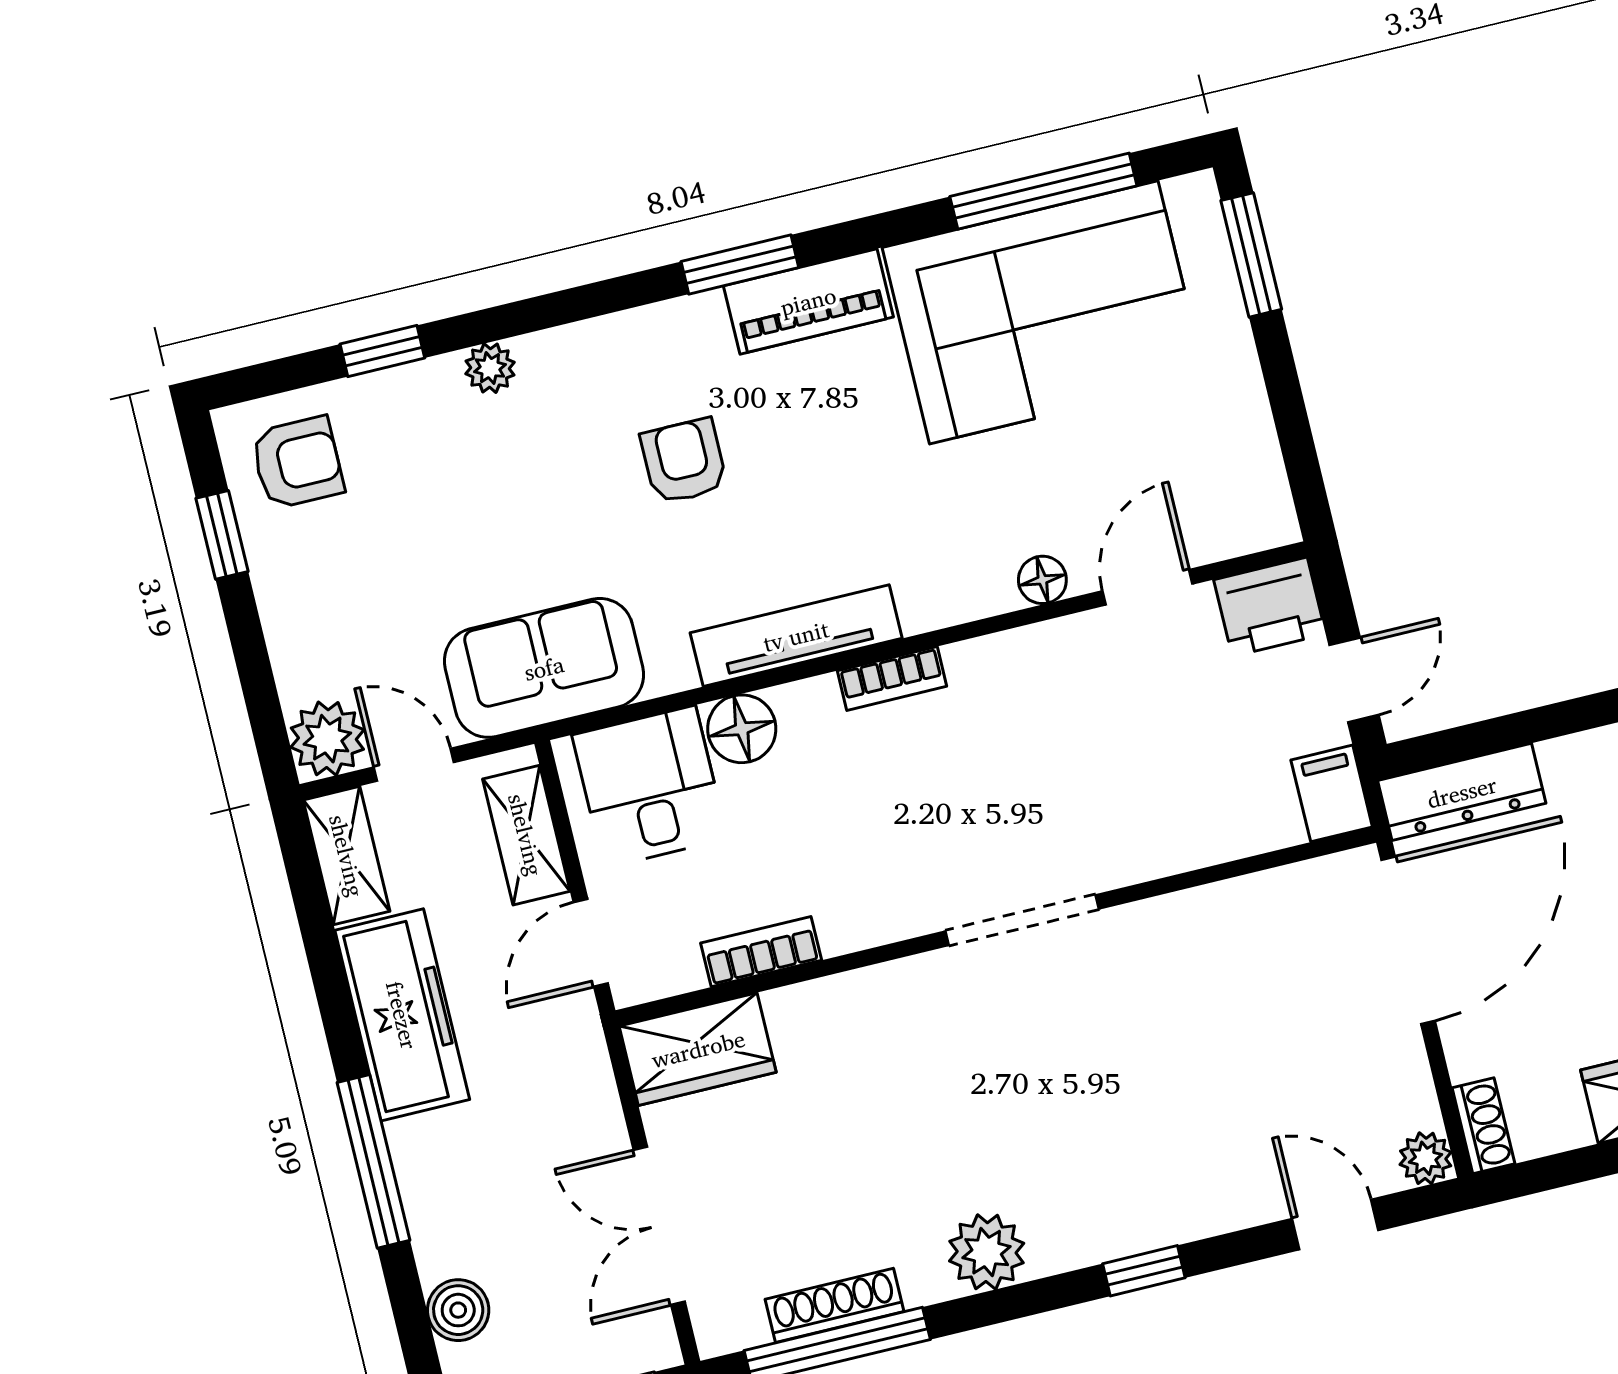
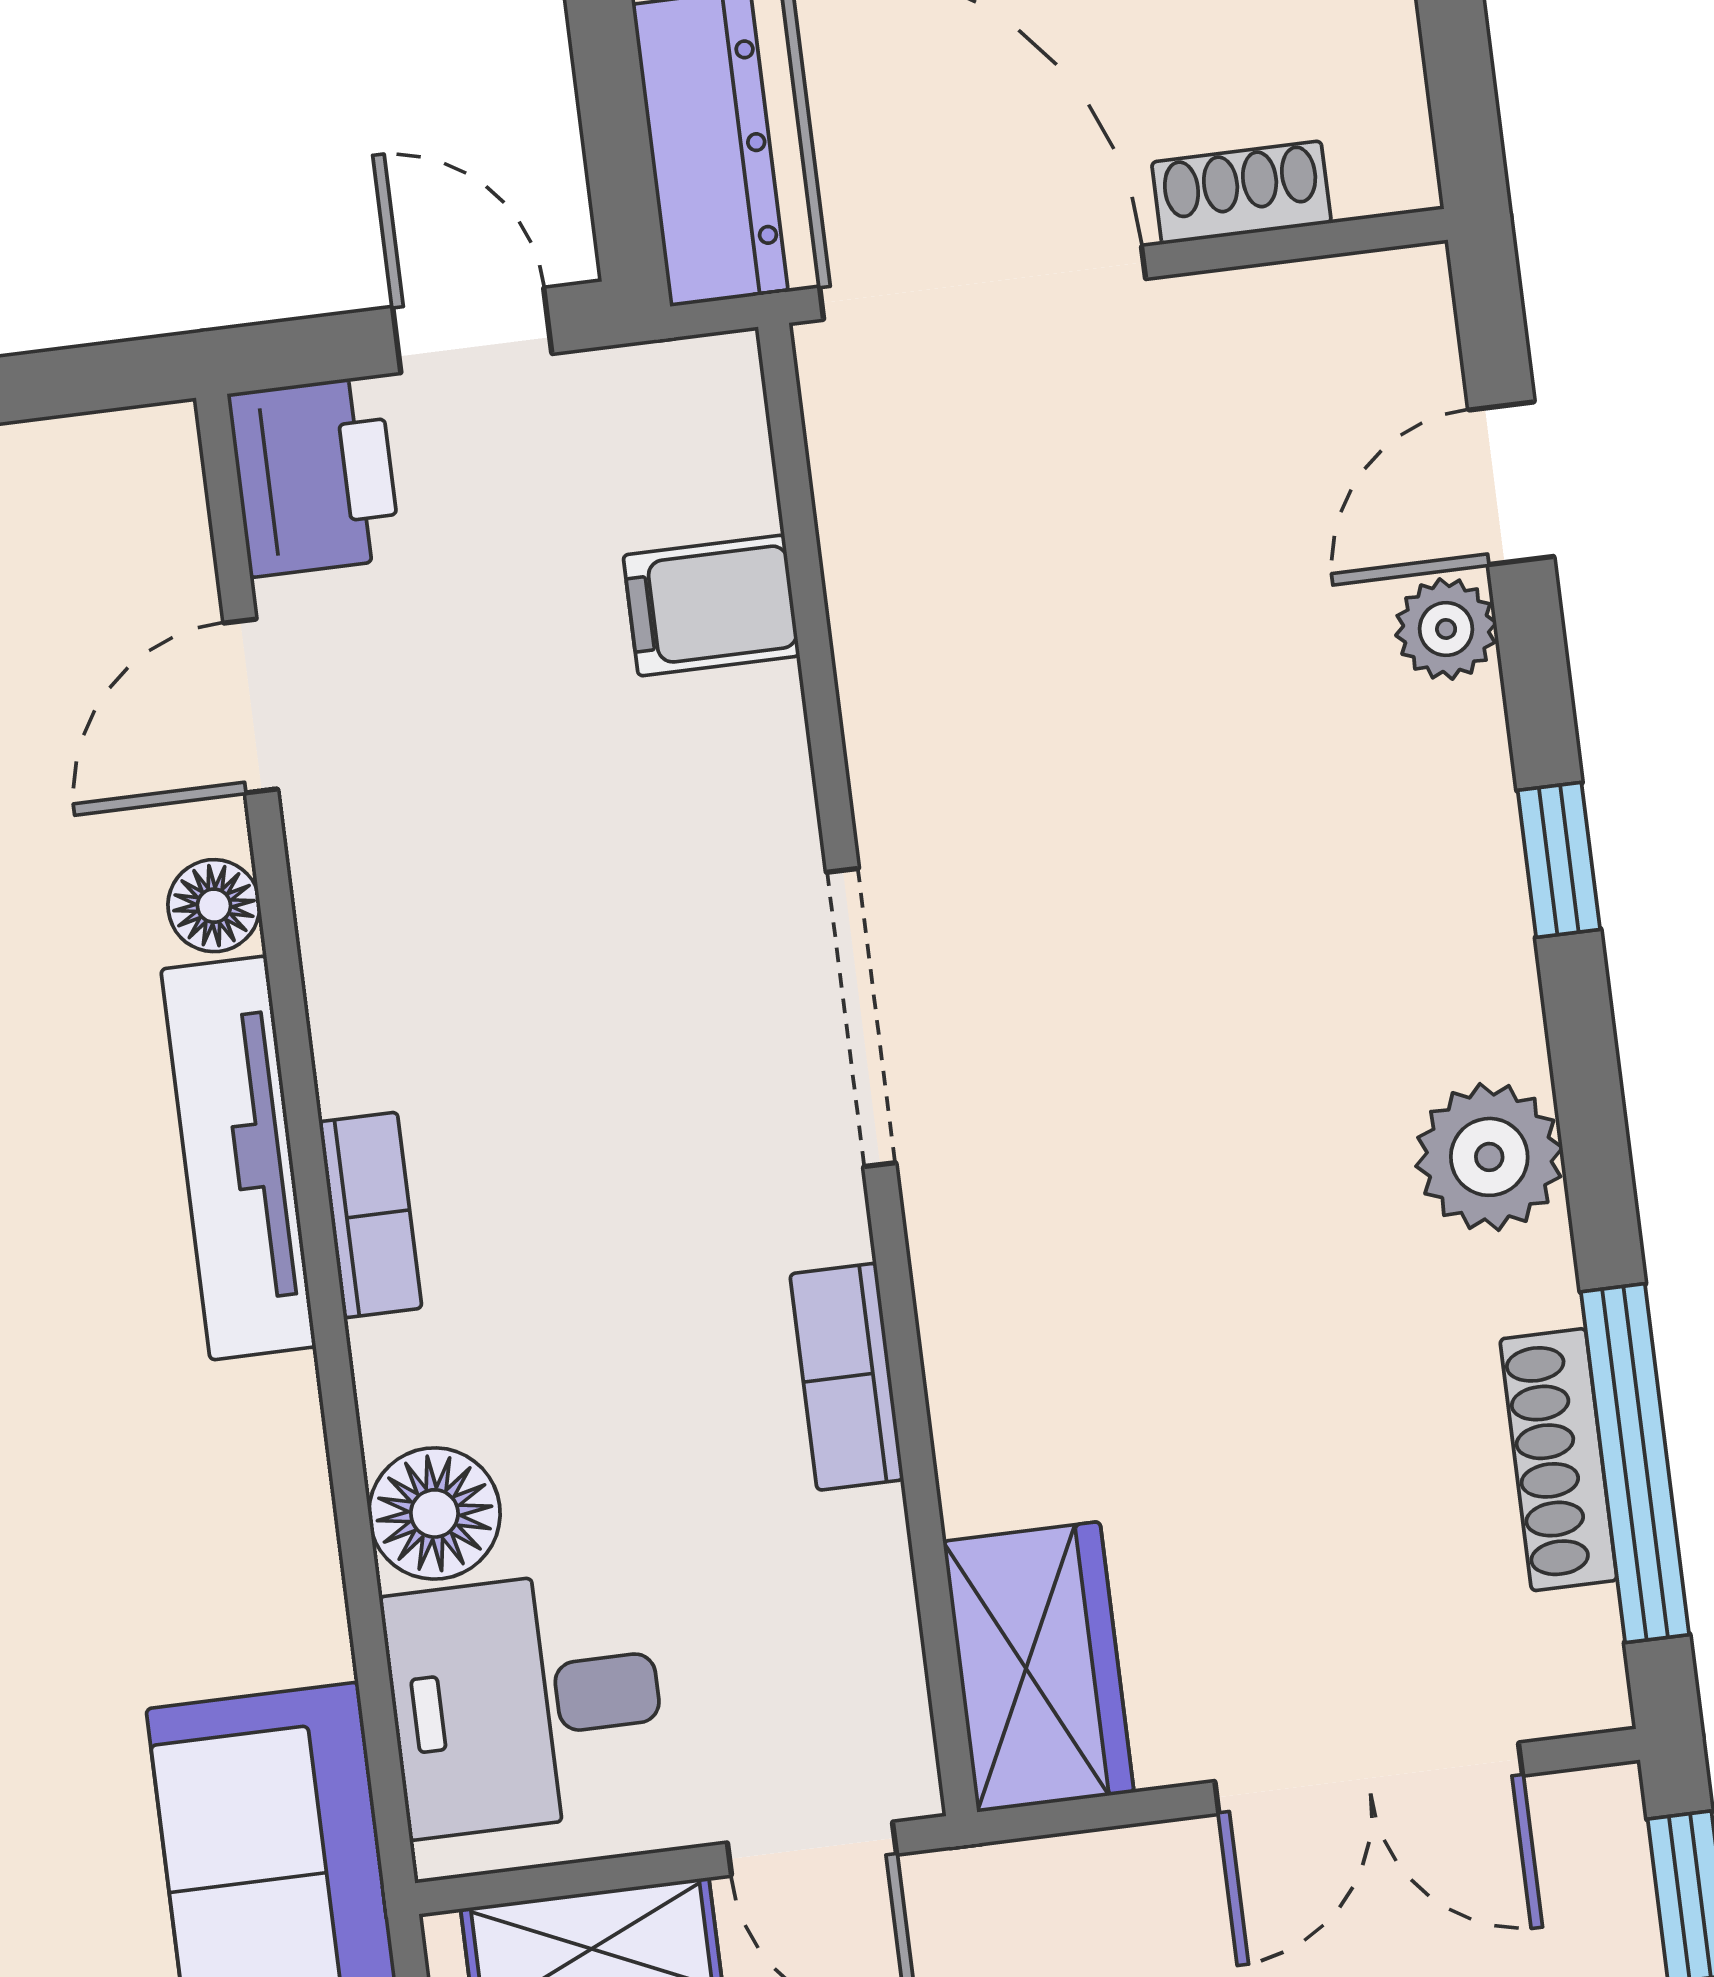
door: (1147, 587) -> (251, 706), hinge flipped
tv unit: (796, 636) -> (238, 1158), moved
filing cabinet: (1332, 793) -> (711, 605), moved
bookcase: (761, 952) -> (847, 1377), moved
shoe rack: (1483, 1126) -> (1241, 193), moved
plant: (1426, 1158) -> (1446, 629), moved

